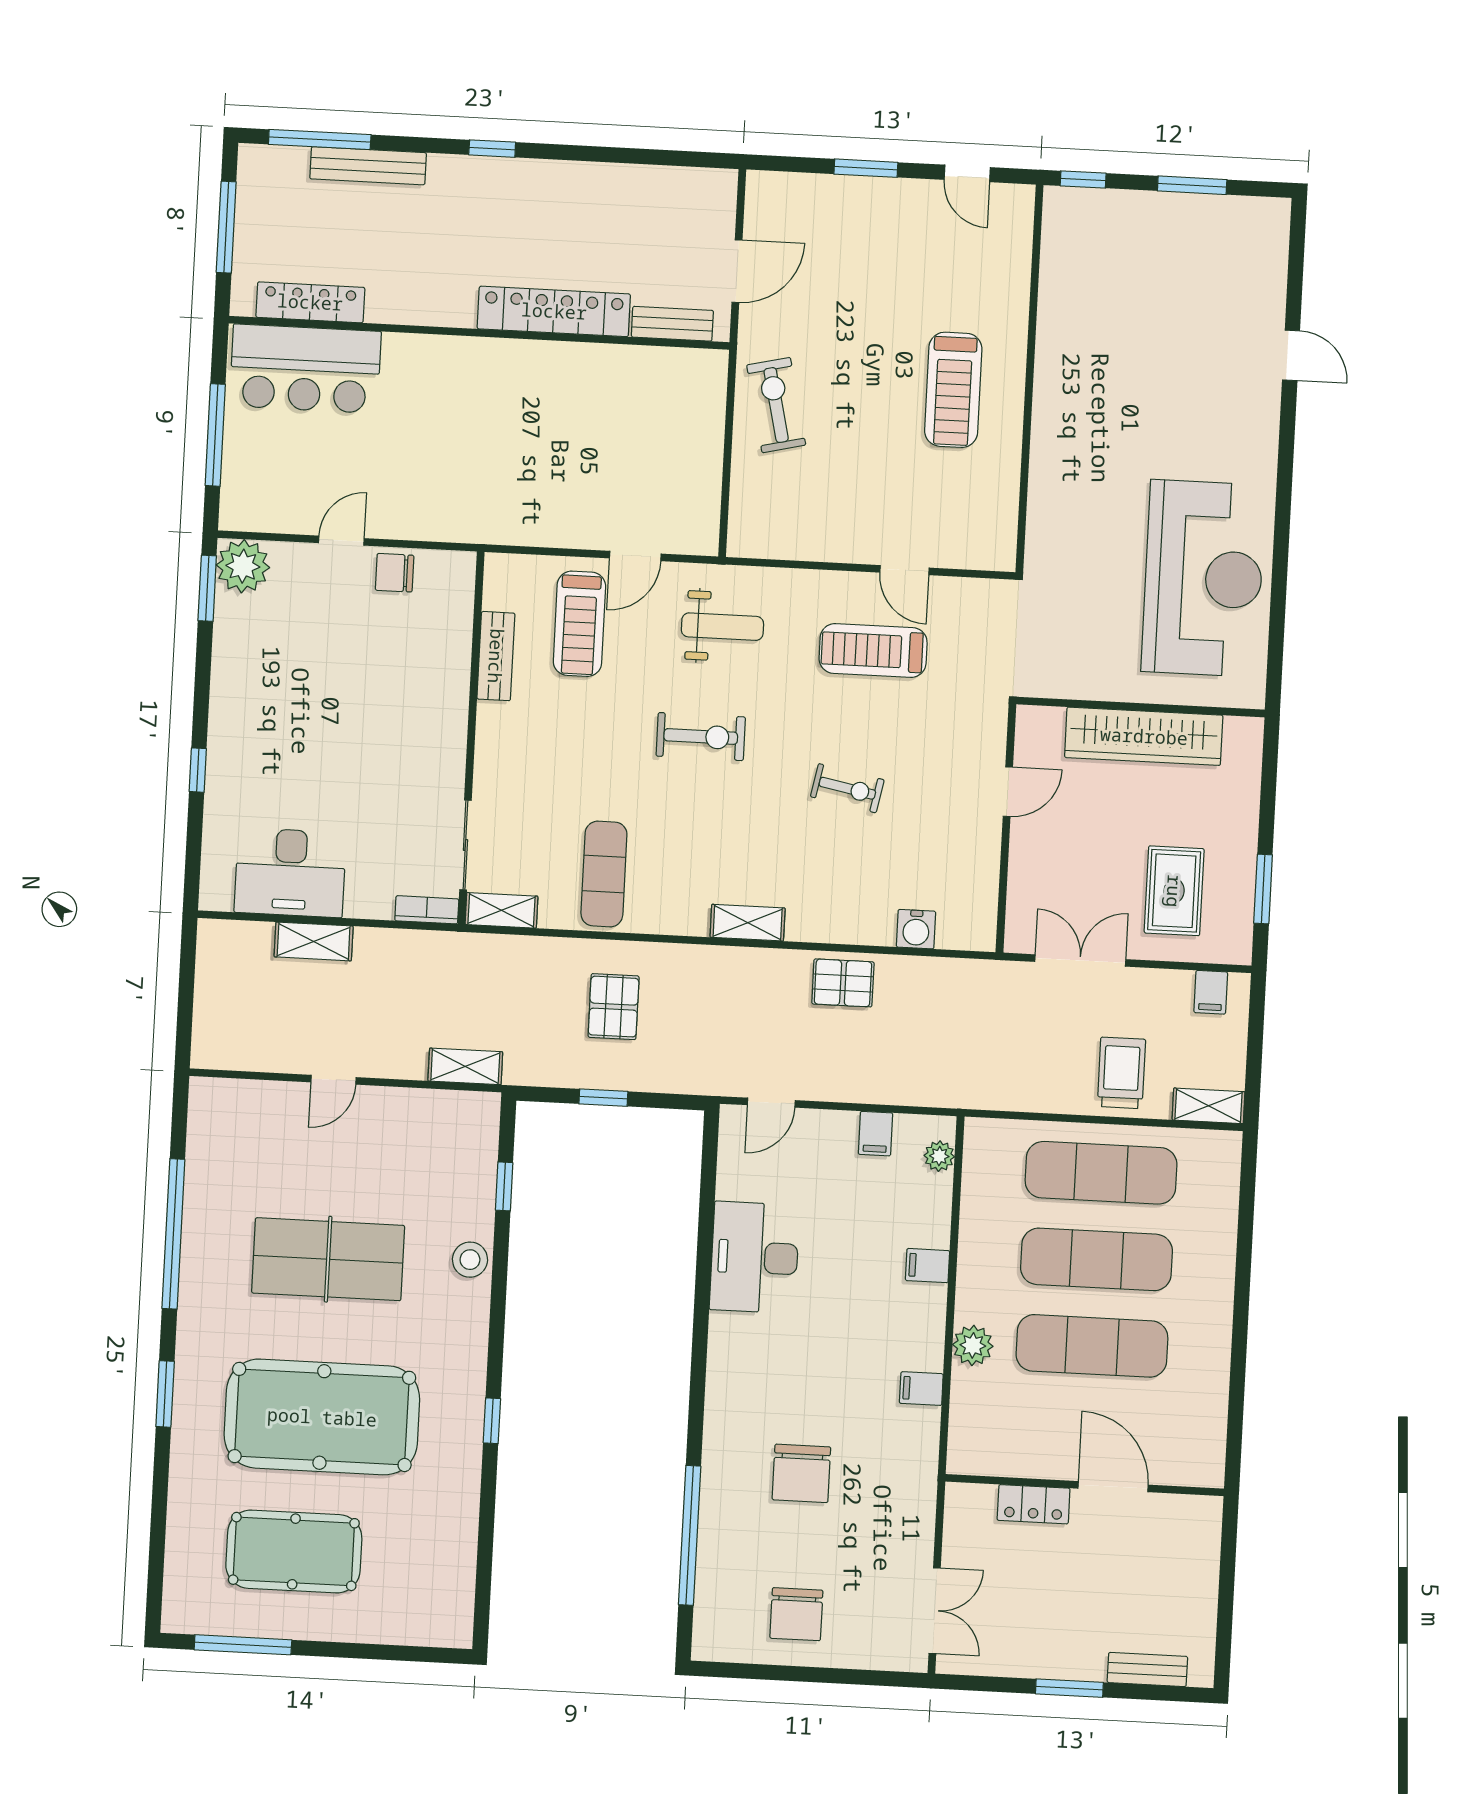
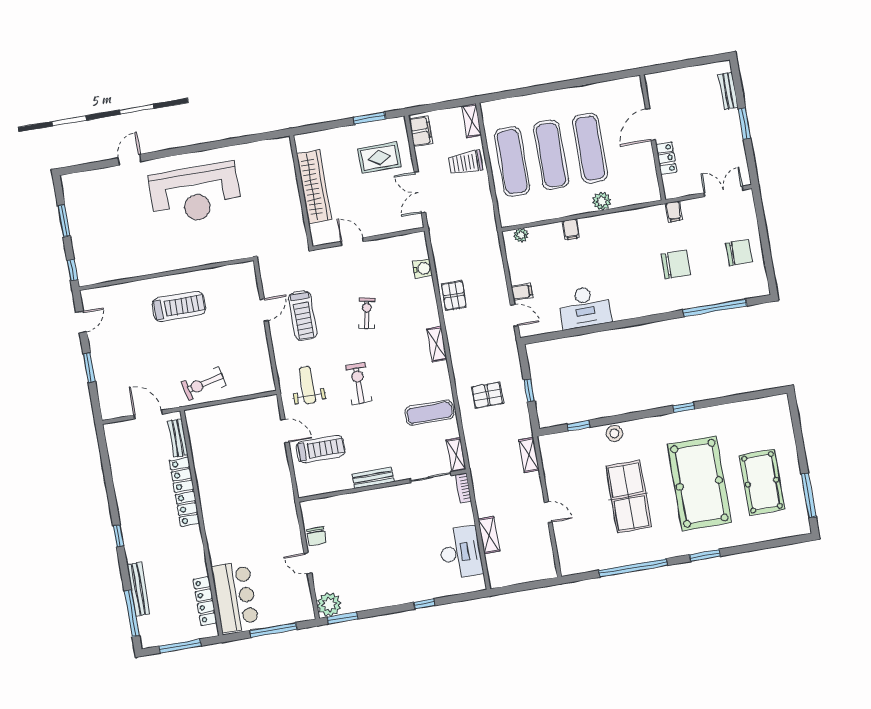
reception desk: (1203, 578) -> (195, 194), moved, turned 180
bench: (496, 656) -> (373, 478), moved
filing cabinet: (1211, 992) -> (421, 131), width x2.00
filing cabinet: (875, 1134) -> (522, 292), moved
filing cabinet: (921, 1389) -> (674, 211), moved

